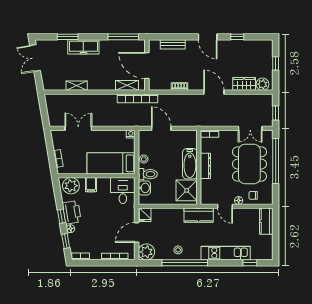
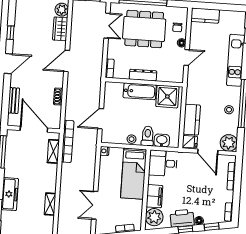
door: (147, 65) -> (34, 129), swing flipped
filing cabinet: (91, 185) -> (155, 196), width x2.00
kitchen counter: (199, 215) -> (192, 120), moved

